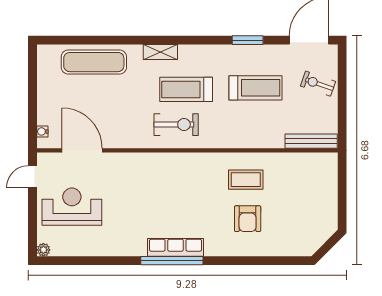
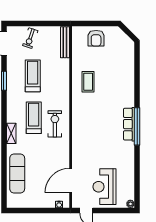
treadmill: (186, 89) -> (34, 118), turned 180
armchair: (248, 219) -> (96, 38), moved, turned 90

